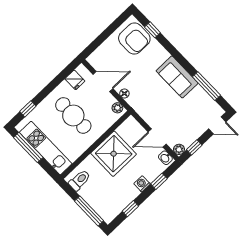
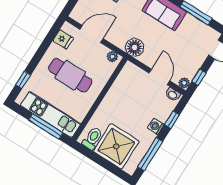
floor lamp: (124, 93) -> (135, 47), moved, width x1.89, depth x1.89
door: (157, 138) -> (159, 77), swing flipped
window: (28, 147) -> (46, 126), moved
shower: (114, 154) -> (116, 146), moved
window: (130, 209) -> (150, 154), width x2.17
window: (89, 211) -> (110, 167), removed

